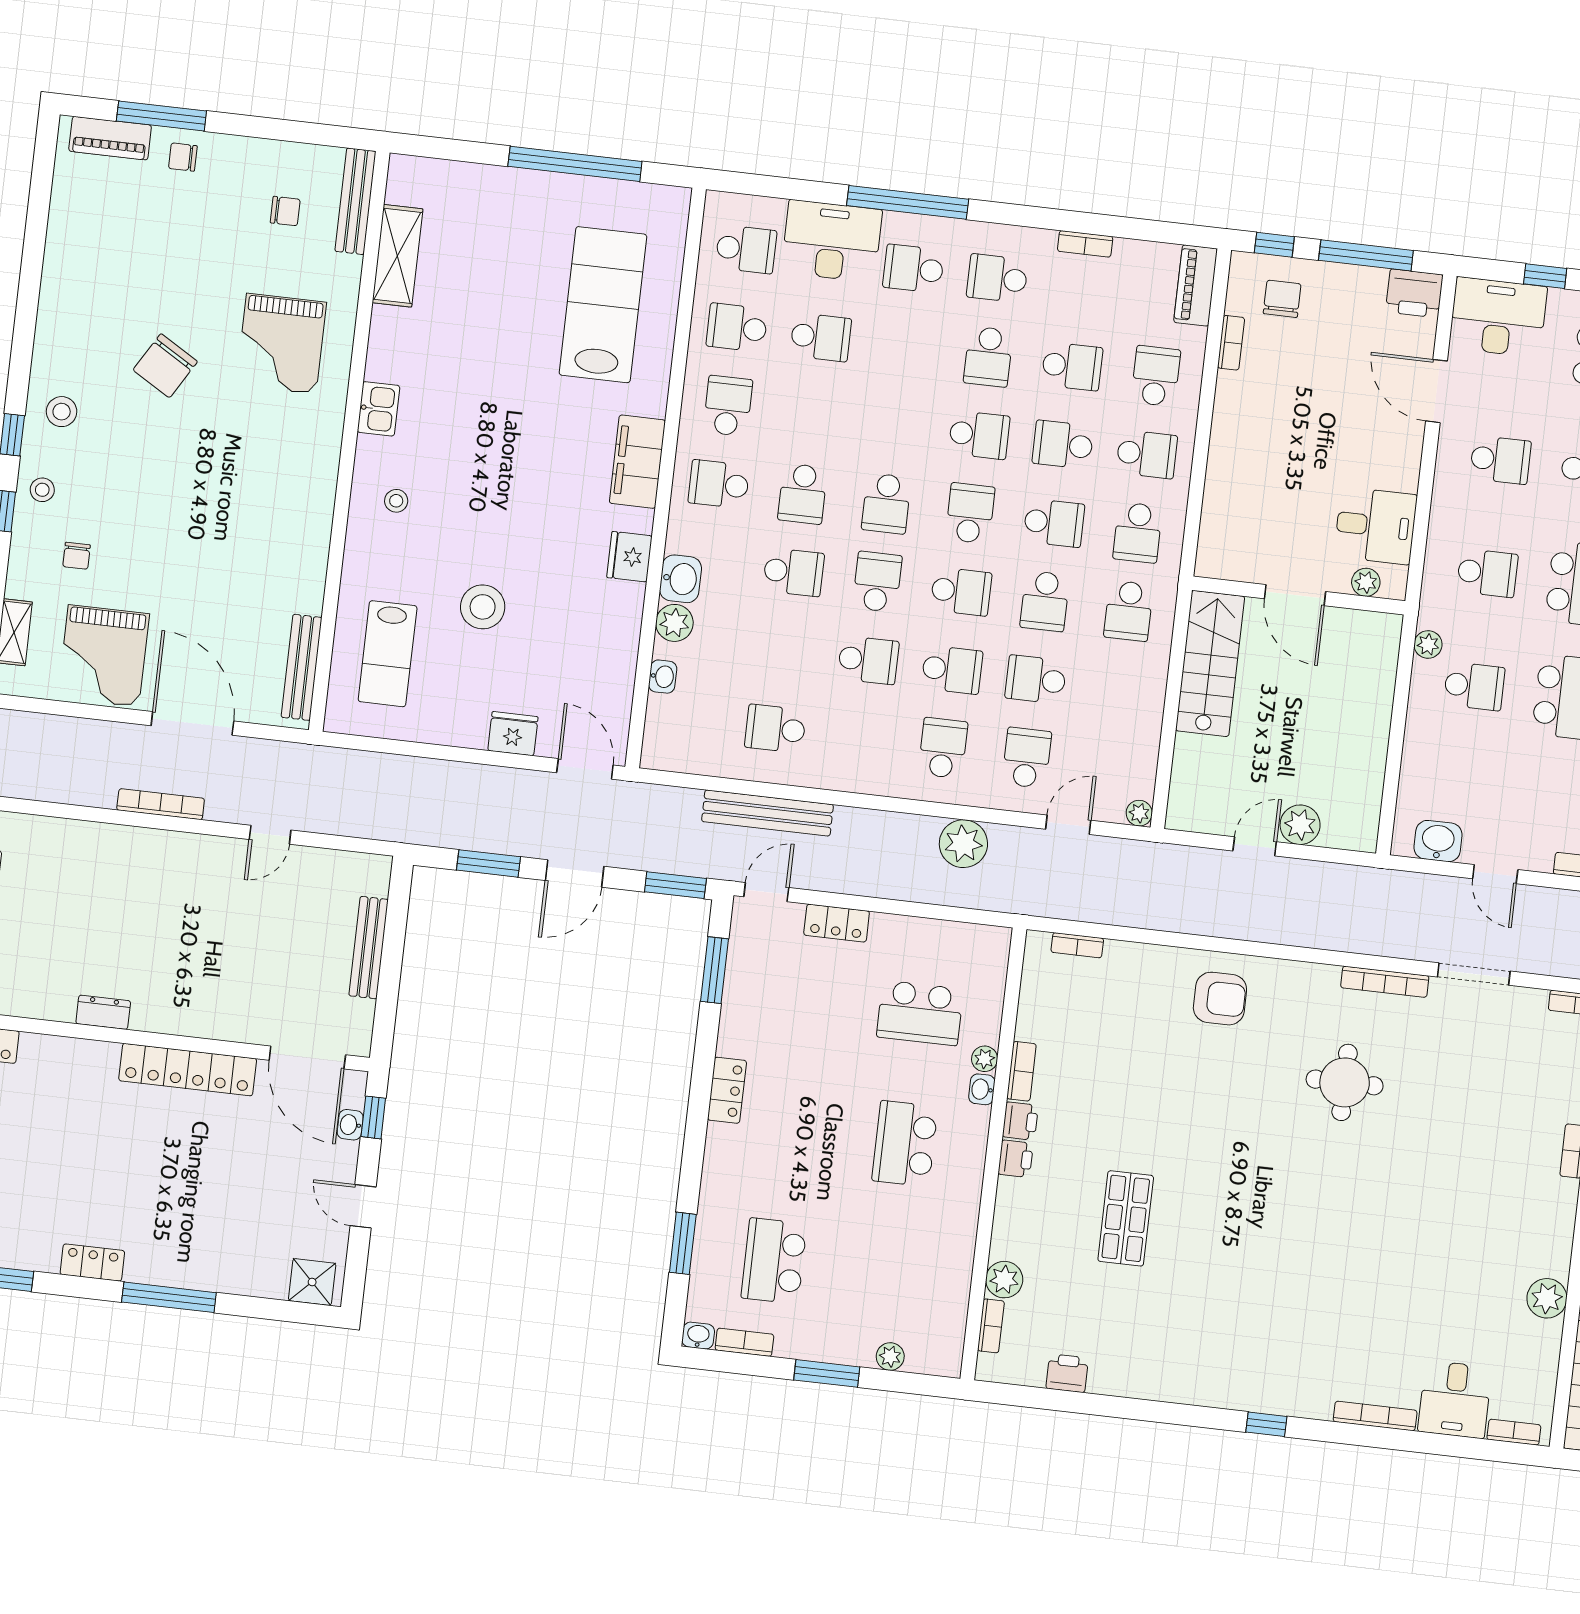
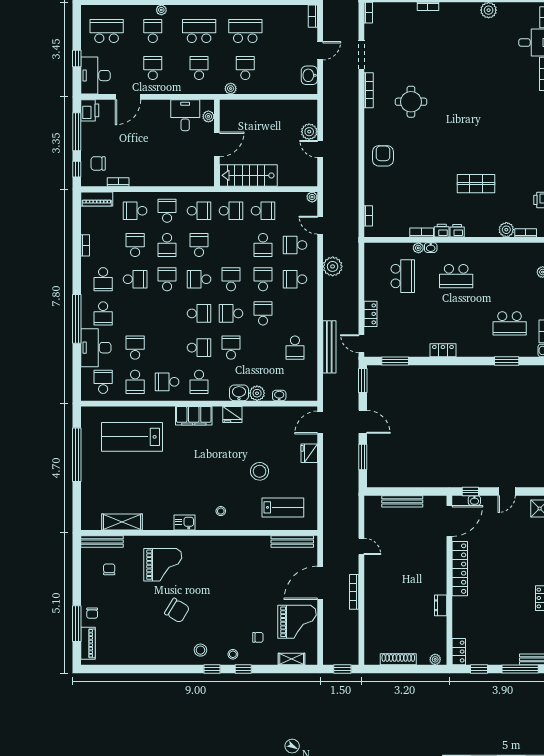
school desk: (1045, 601) -> (263, 211), moved

